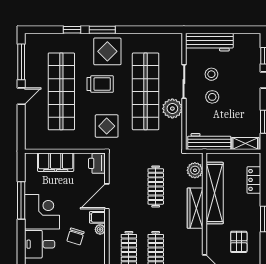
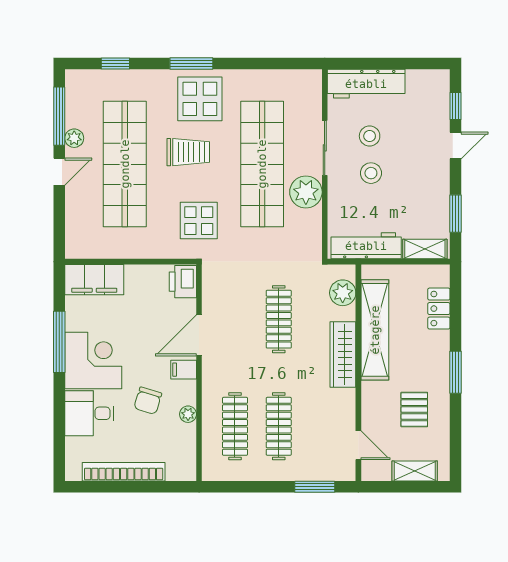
window: (72, 30) -> (115, 64), moved
plant: (30, 76) -> (74, 138), added
filing cabinet: (56, 162) -> (94, 280), moved
plant: (100, 229) -> (188, 414), moved

